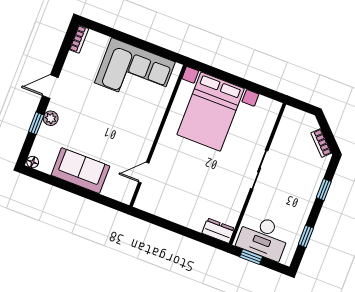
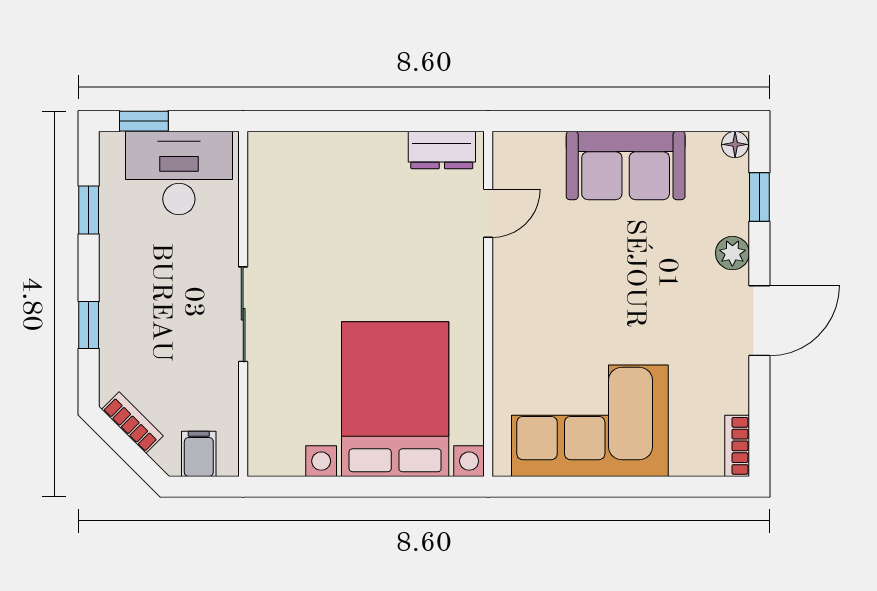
door: (50, 87) -> (759, 321), width x1.38
filing cabinet: (299, 120) -> (199, 454), added
window: (36, 123) -> (759, 197), moved
dresser: (218, 231) -> (442, 150), moved
window: (251, 257) -> (144, 121), moved

